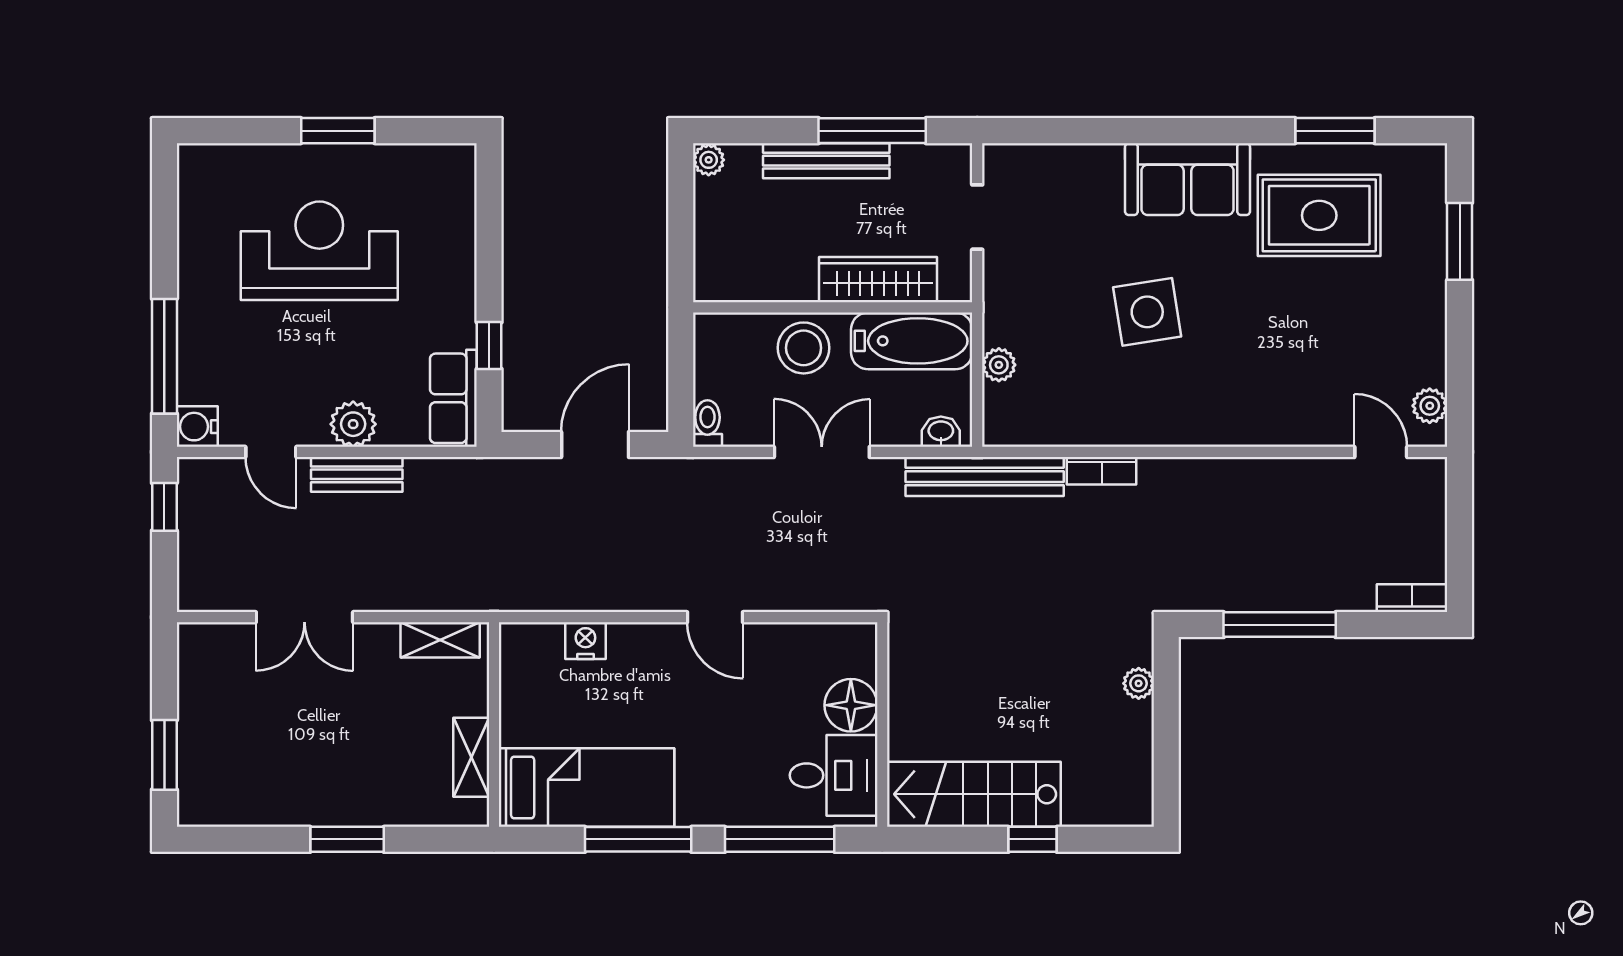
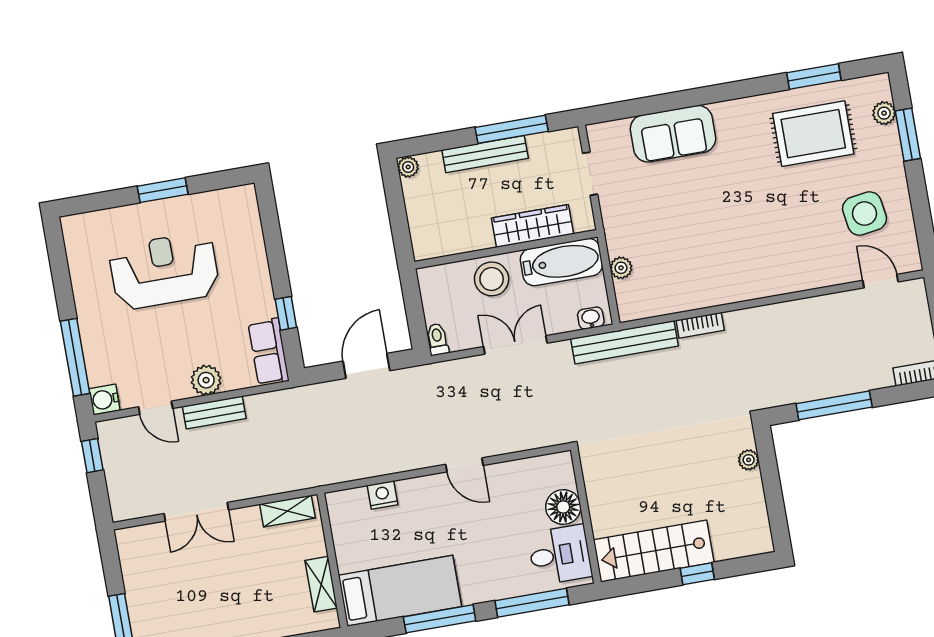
sofa: (1188, 179) -> (673, 134), moved
side table: (1147, 312) -> (865, 214), moved
plant: (1430, 406) -> (884, 113), moved

